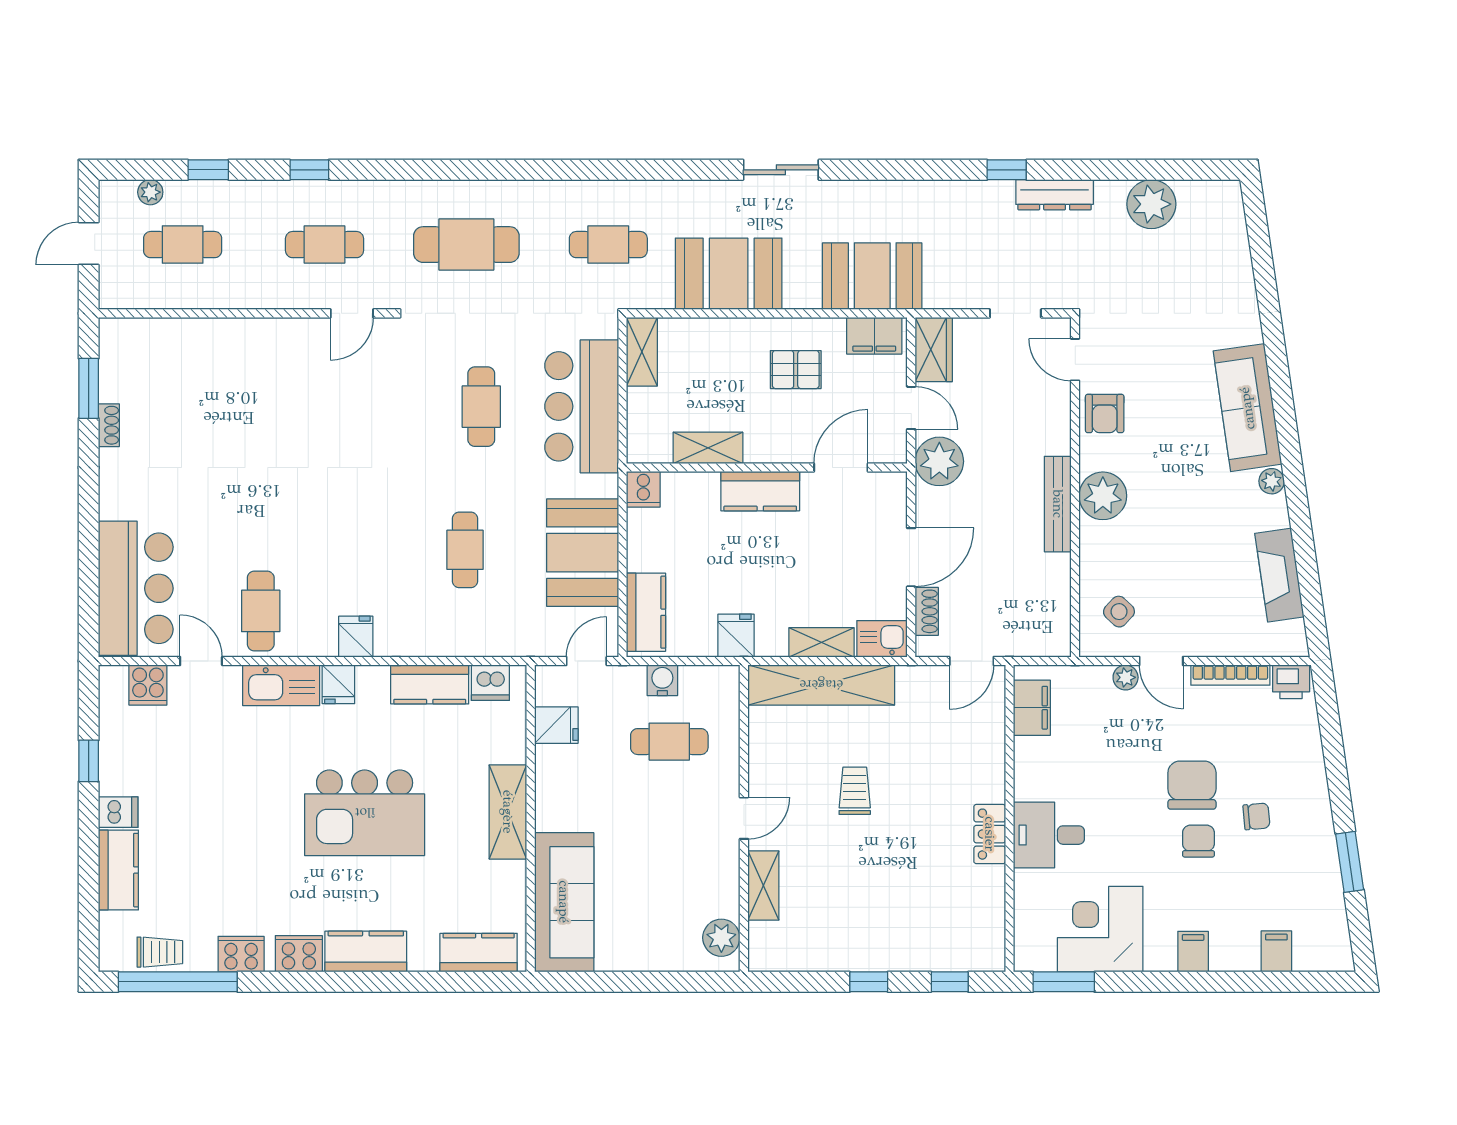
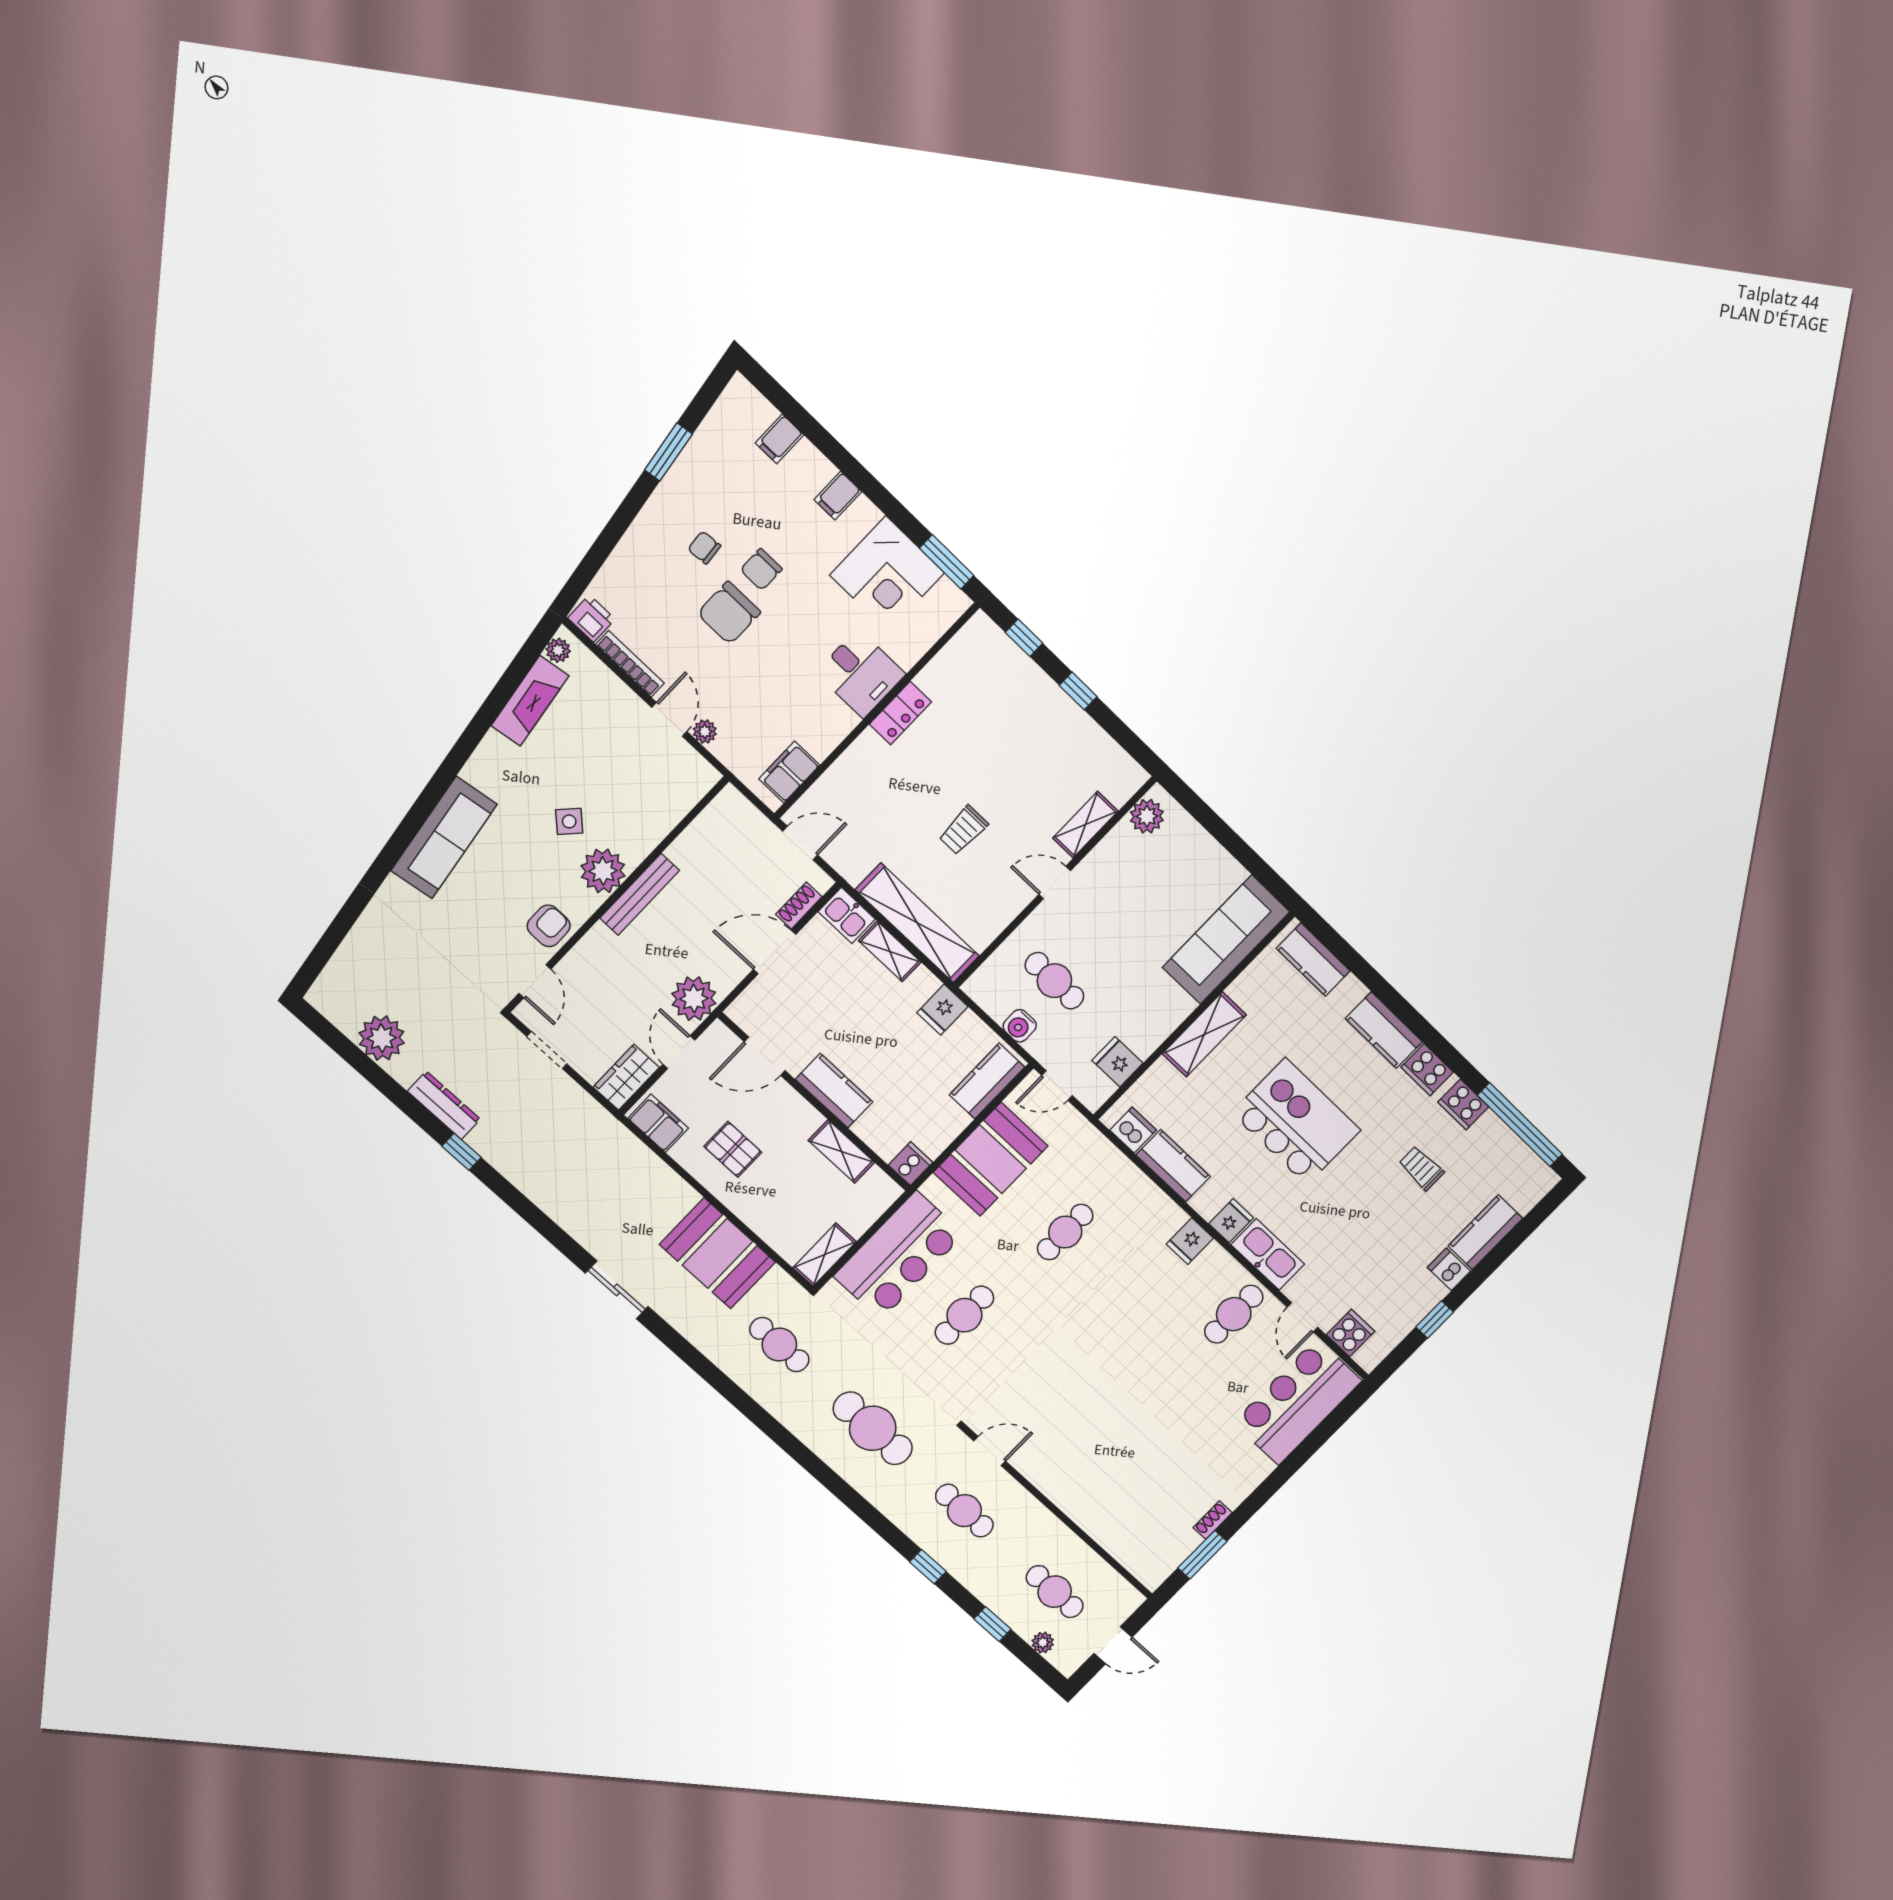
booth: (872, 276) -> (622, 1164), removed
plant: (1272, 481) -> (558, 650), moved
side table: (1119, 612) -> (569, 821), moved
trolley: (160, 952) -> (1421, 1168), moved

